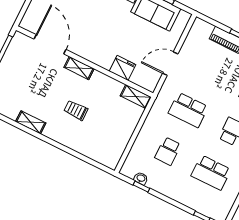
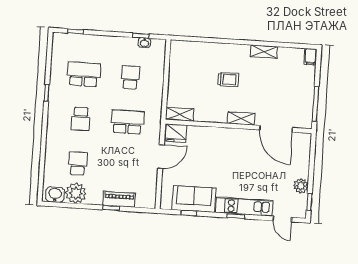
fridge: (122, 68) -> (176, 133), moved

